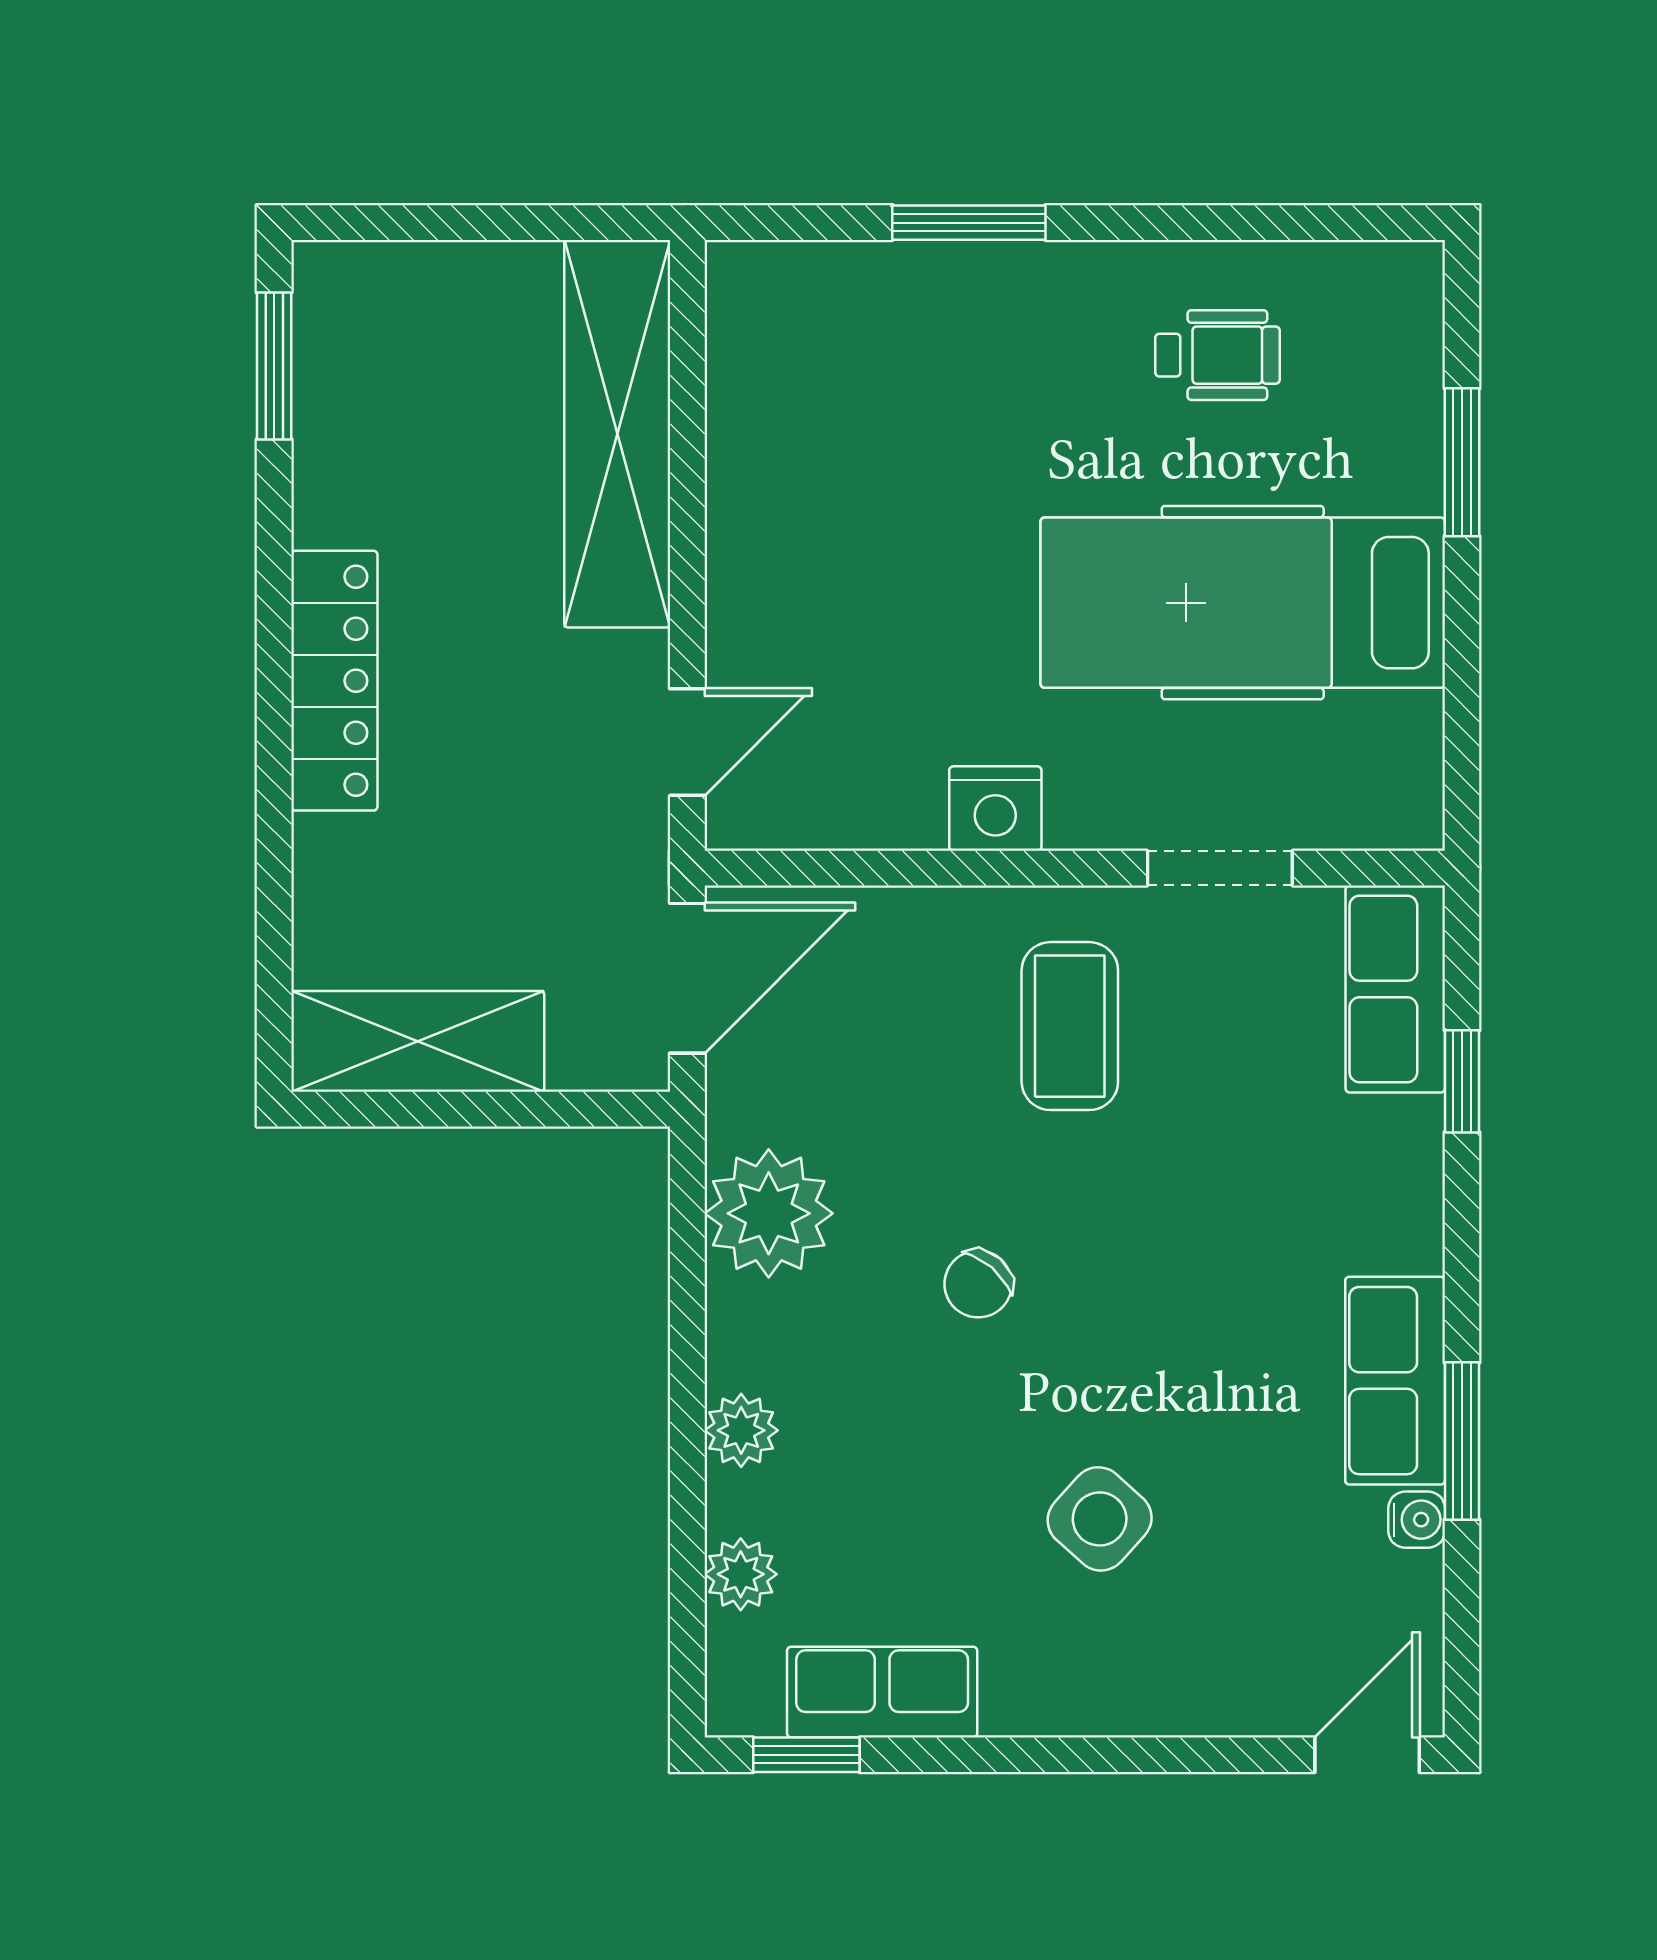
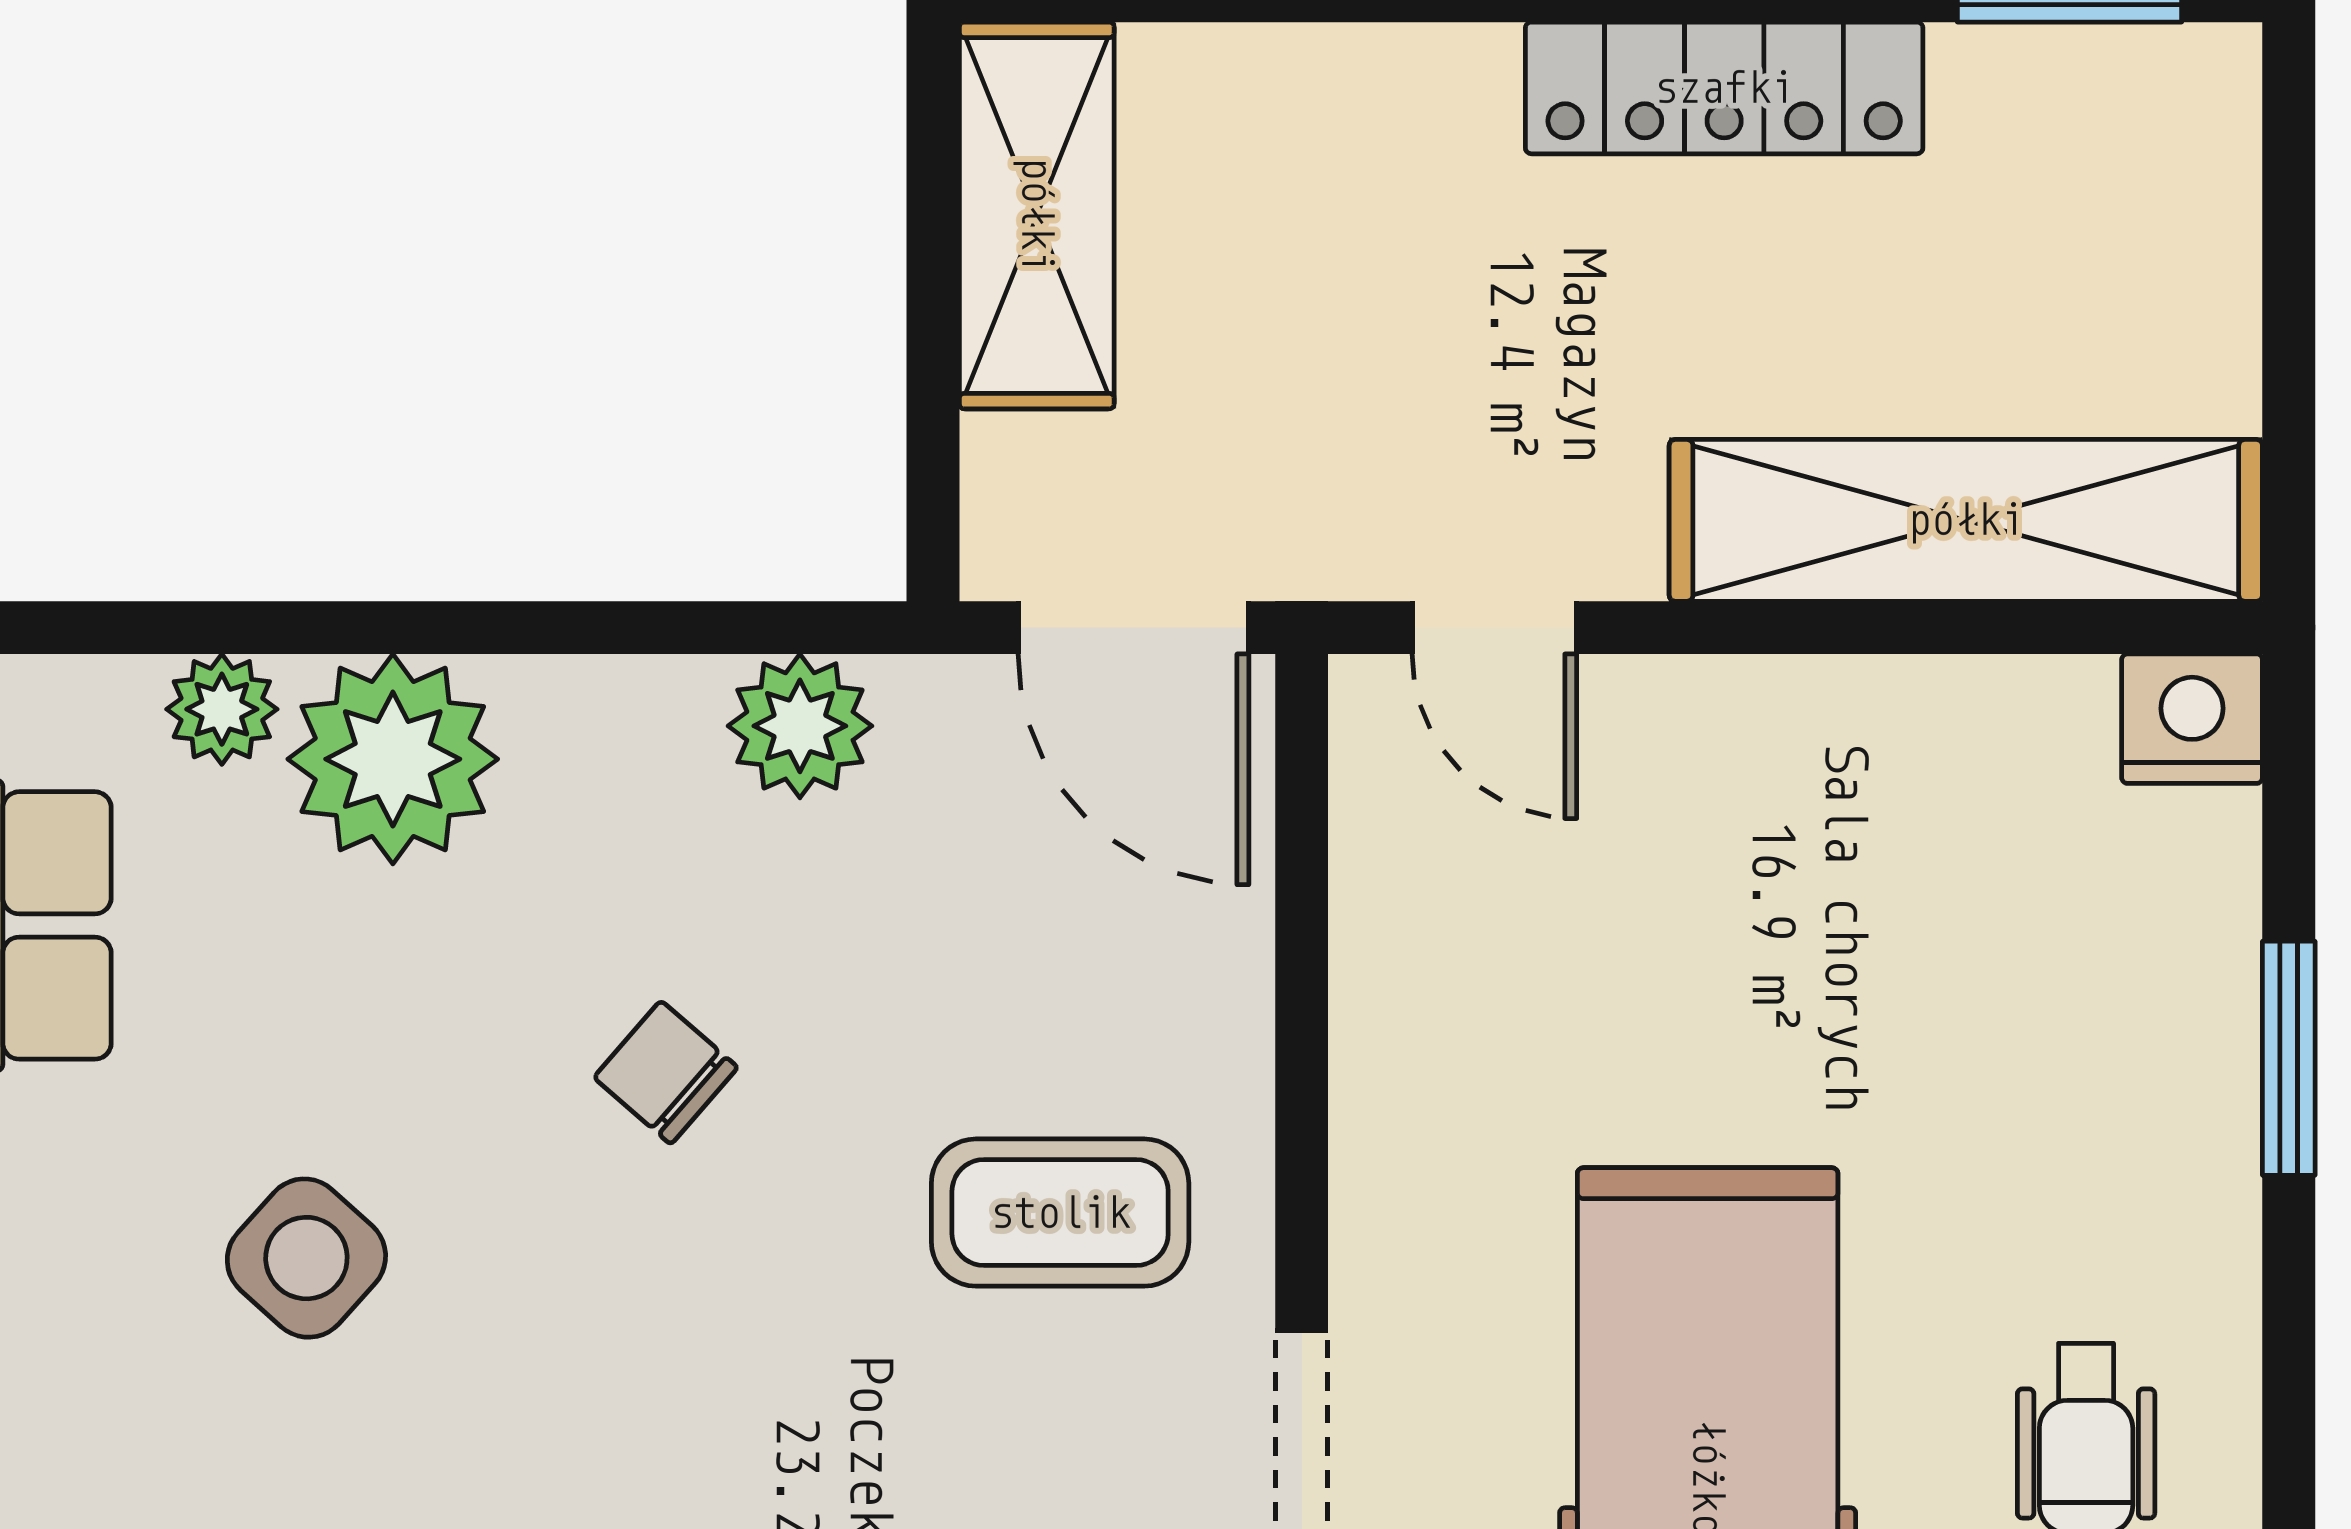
locker: (334, 681) -> (1724, 88), moved
nightstand: (995, 809) -> (2192, 719), moved, turned 90
plant: (769, 1213) -> (800, 726), width x0.73, depth x0.73
plant: (741, 1430) -> (393, 759), width x1.87, depth x1.87

